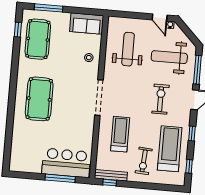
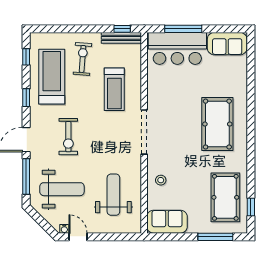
weight bench: (128, 49) -> (113, 195), turned 180
treadmill: (170, 149) -> (52, 77), turned 180
sofa: (26, 163) -> (227, 44), added

